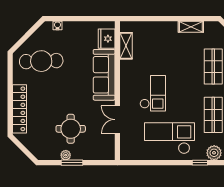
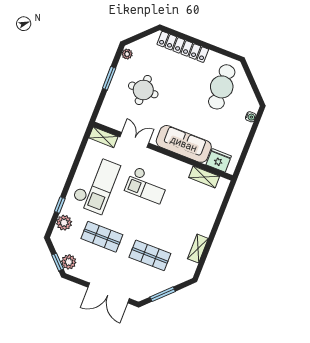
shelving: (126, 148) -> (103, 137), added
plant: (66, 155) -> (127, 54), moved

